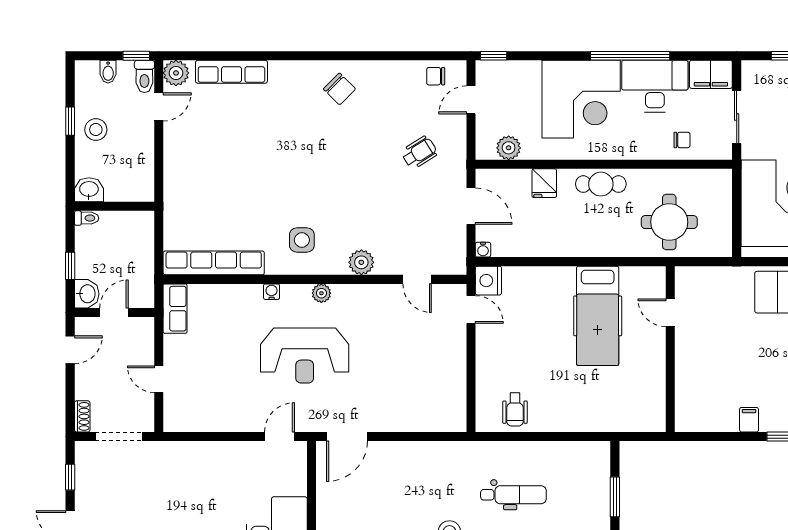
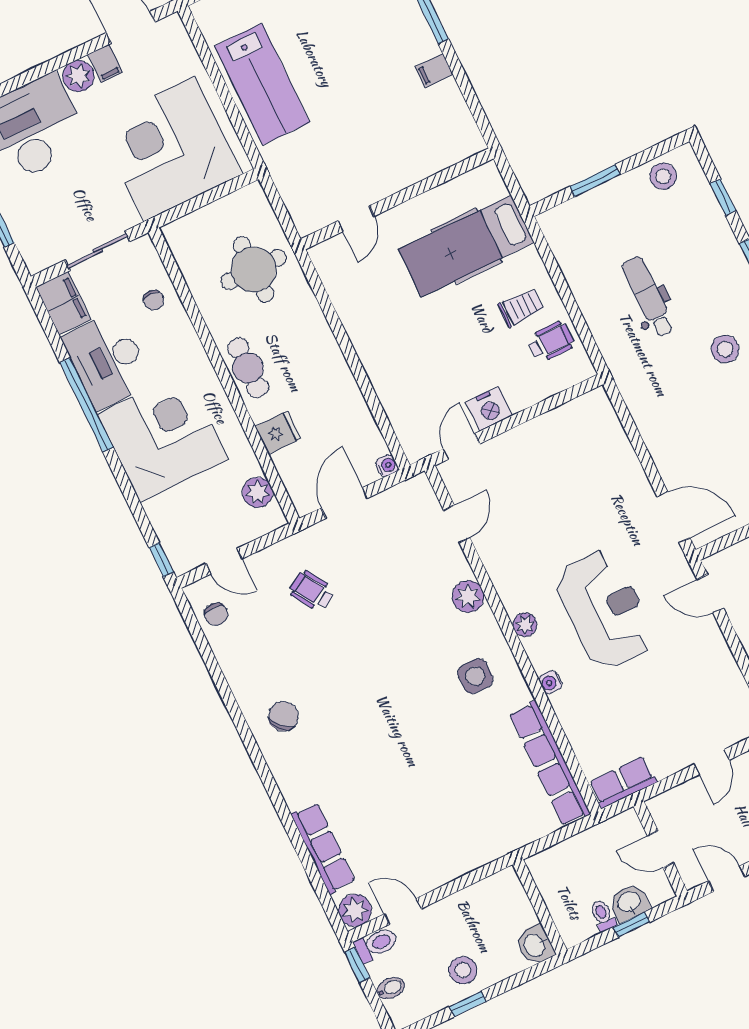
chair: (682, 140) -> (154, 300), turned 180
toilet: (87, 218) -> (603, 916), moved
nightstand: (488, 281) -> (489, 409), moved
washbasin: (87, 294) -> (629, 903), moved
hospital bed: (598, 316) -> (466, 246), moved, turned 180
trolley: (550, 400) -> (521, 307), added

